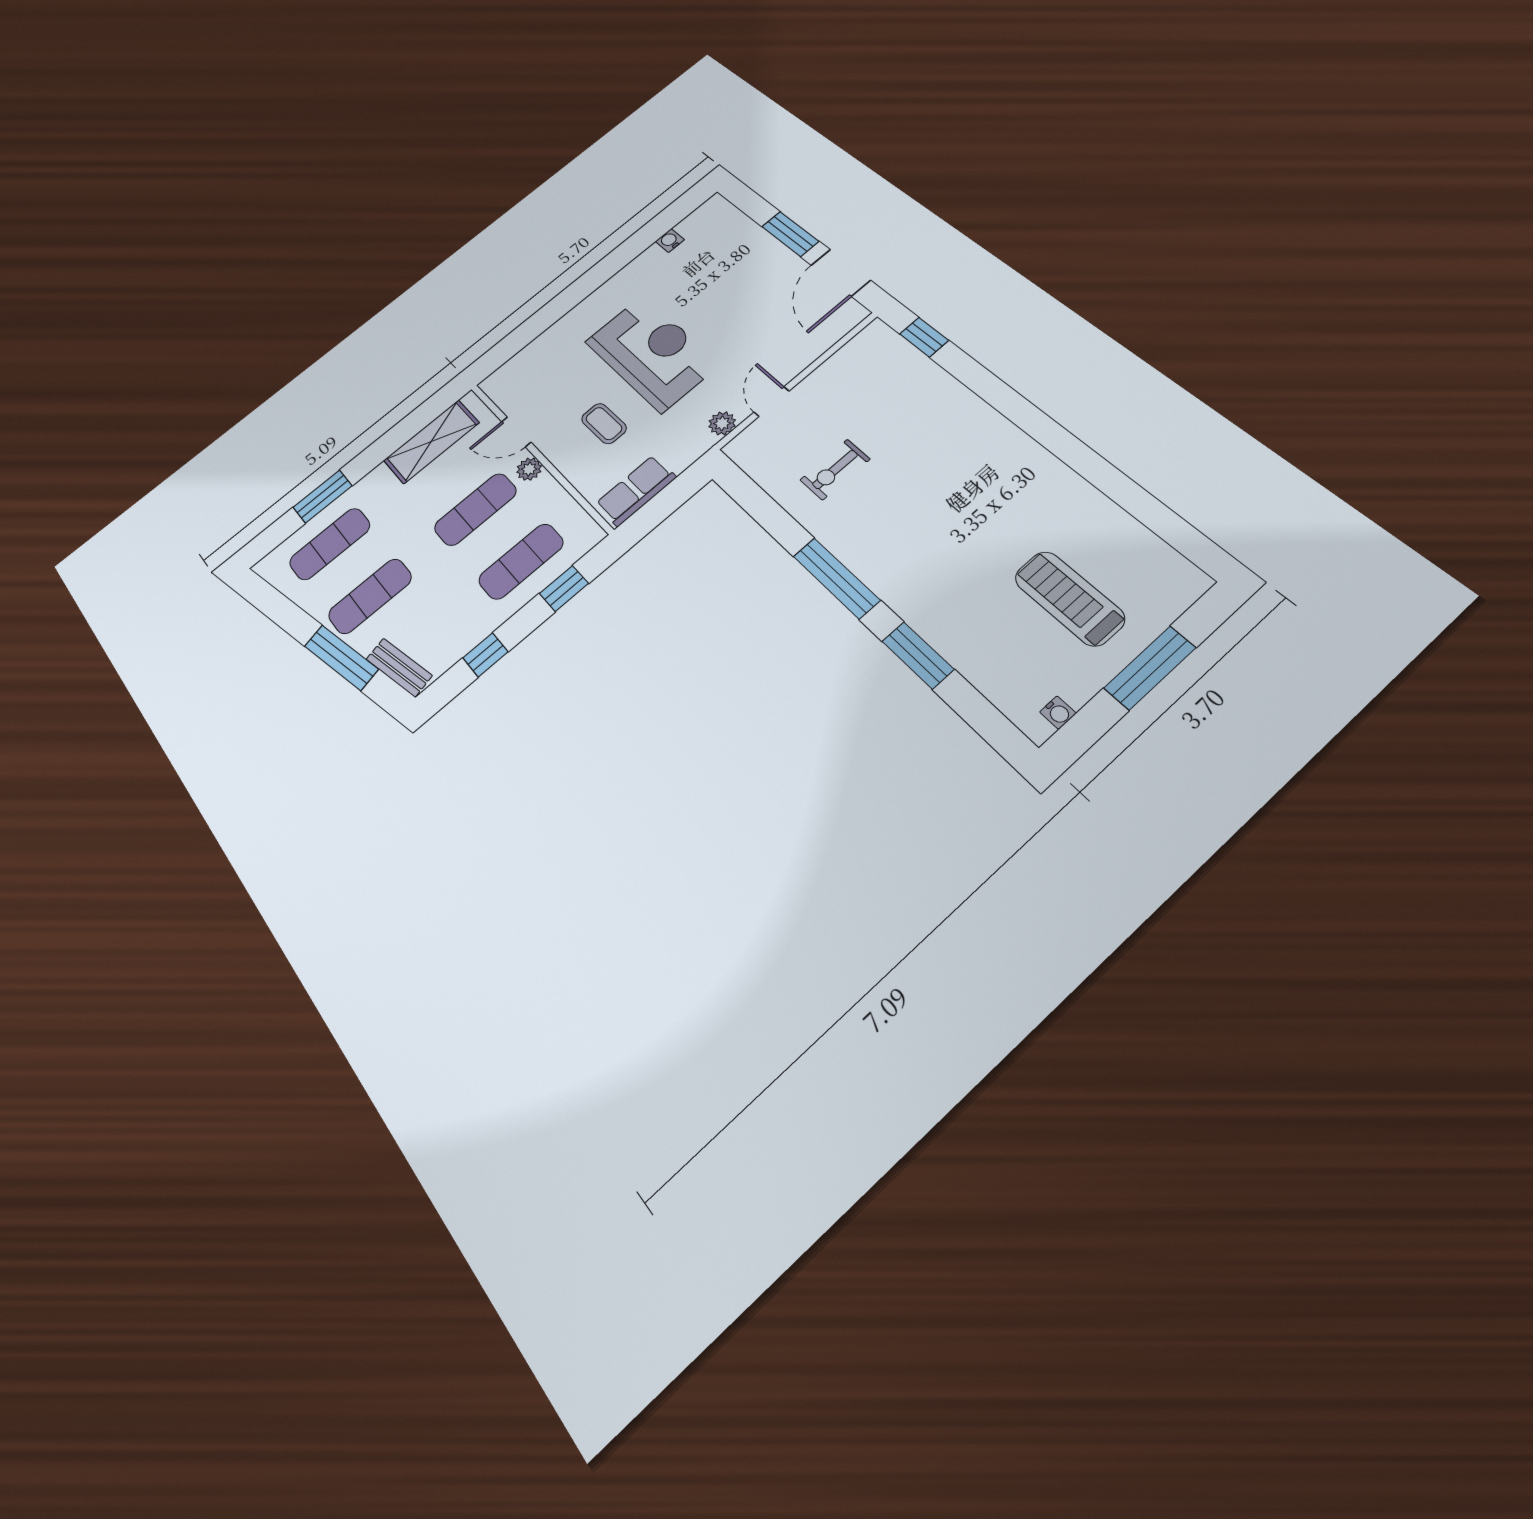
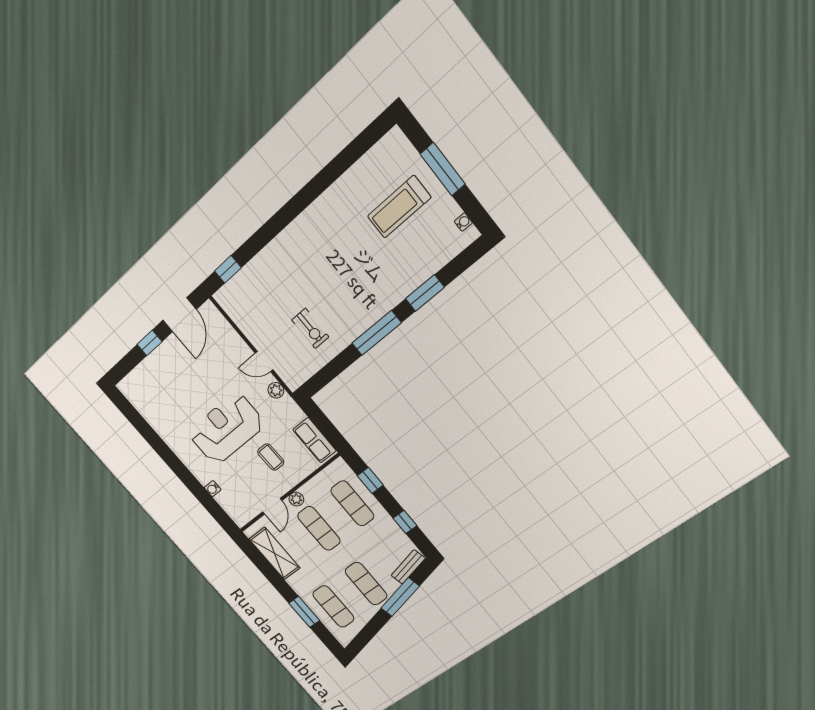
window: (790, 234) -> (149, 343), width x0.67
water cooler: (670, 241) -> (213, 489), moved
door: (841, 273) -> (180, 315), hinge flipped
coffee table: (604, 424) -> (271, 457), turned 90

